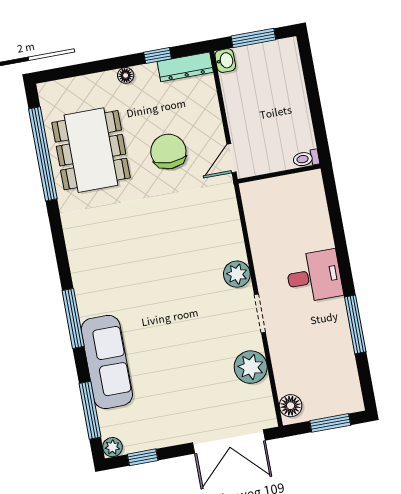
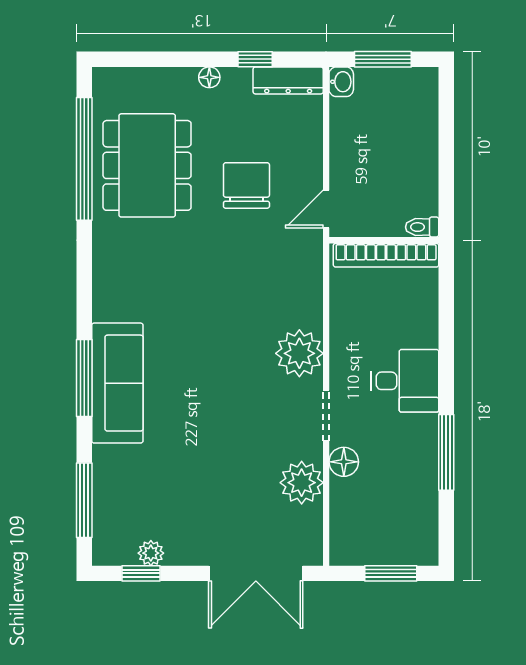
bookcase: (283, 185) -> (386, 255), added
plant: (237, 274) -> (299, 353), width x1.36, depth x1.36
sofa: (107, 362) -> (117, 383), moved
floor lamp: (291, 406) -> (344, 462), moved
plant: (112, 447) -> (151, 553), moved

